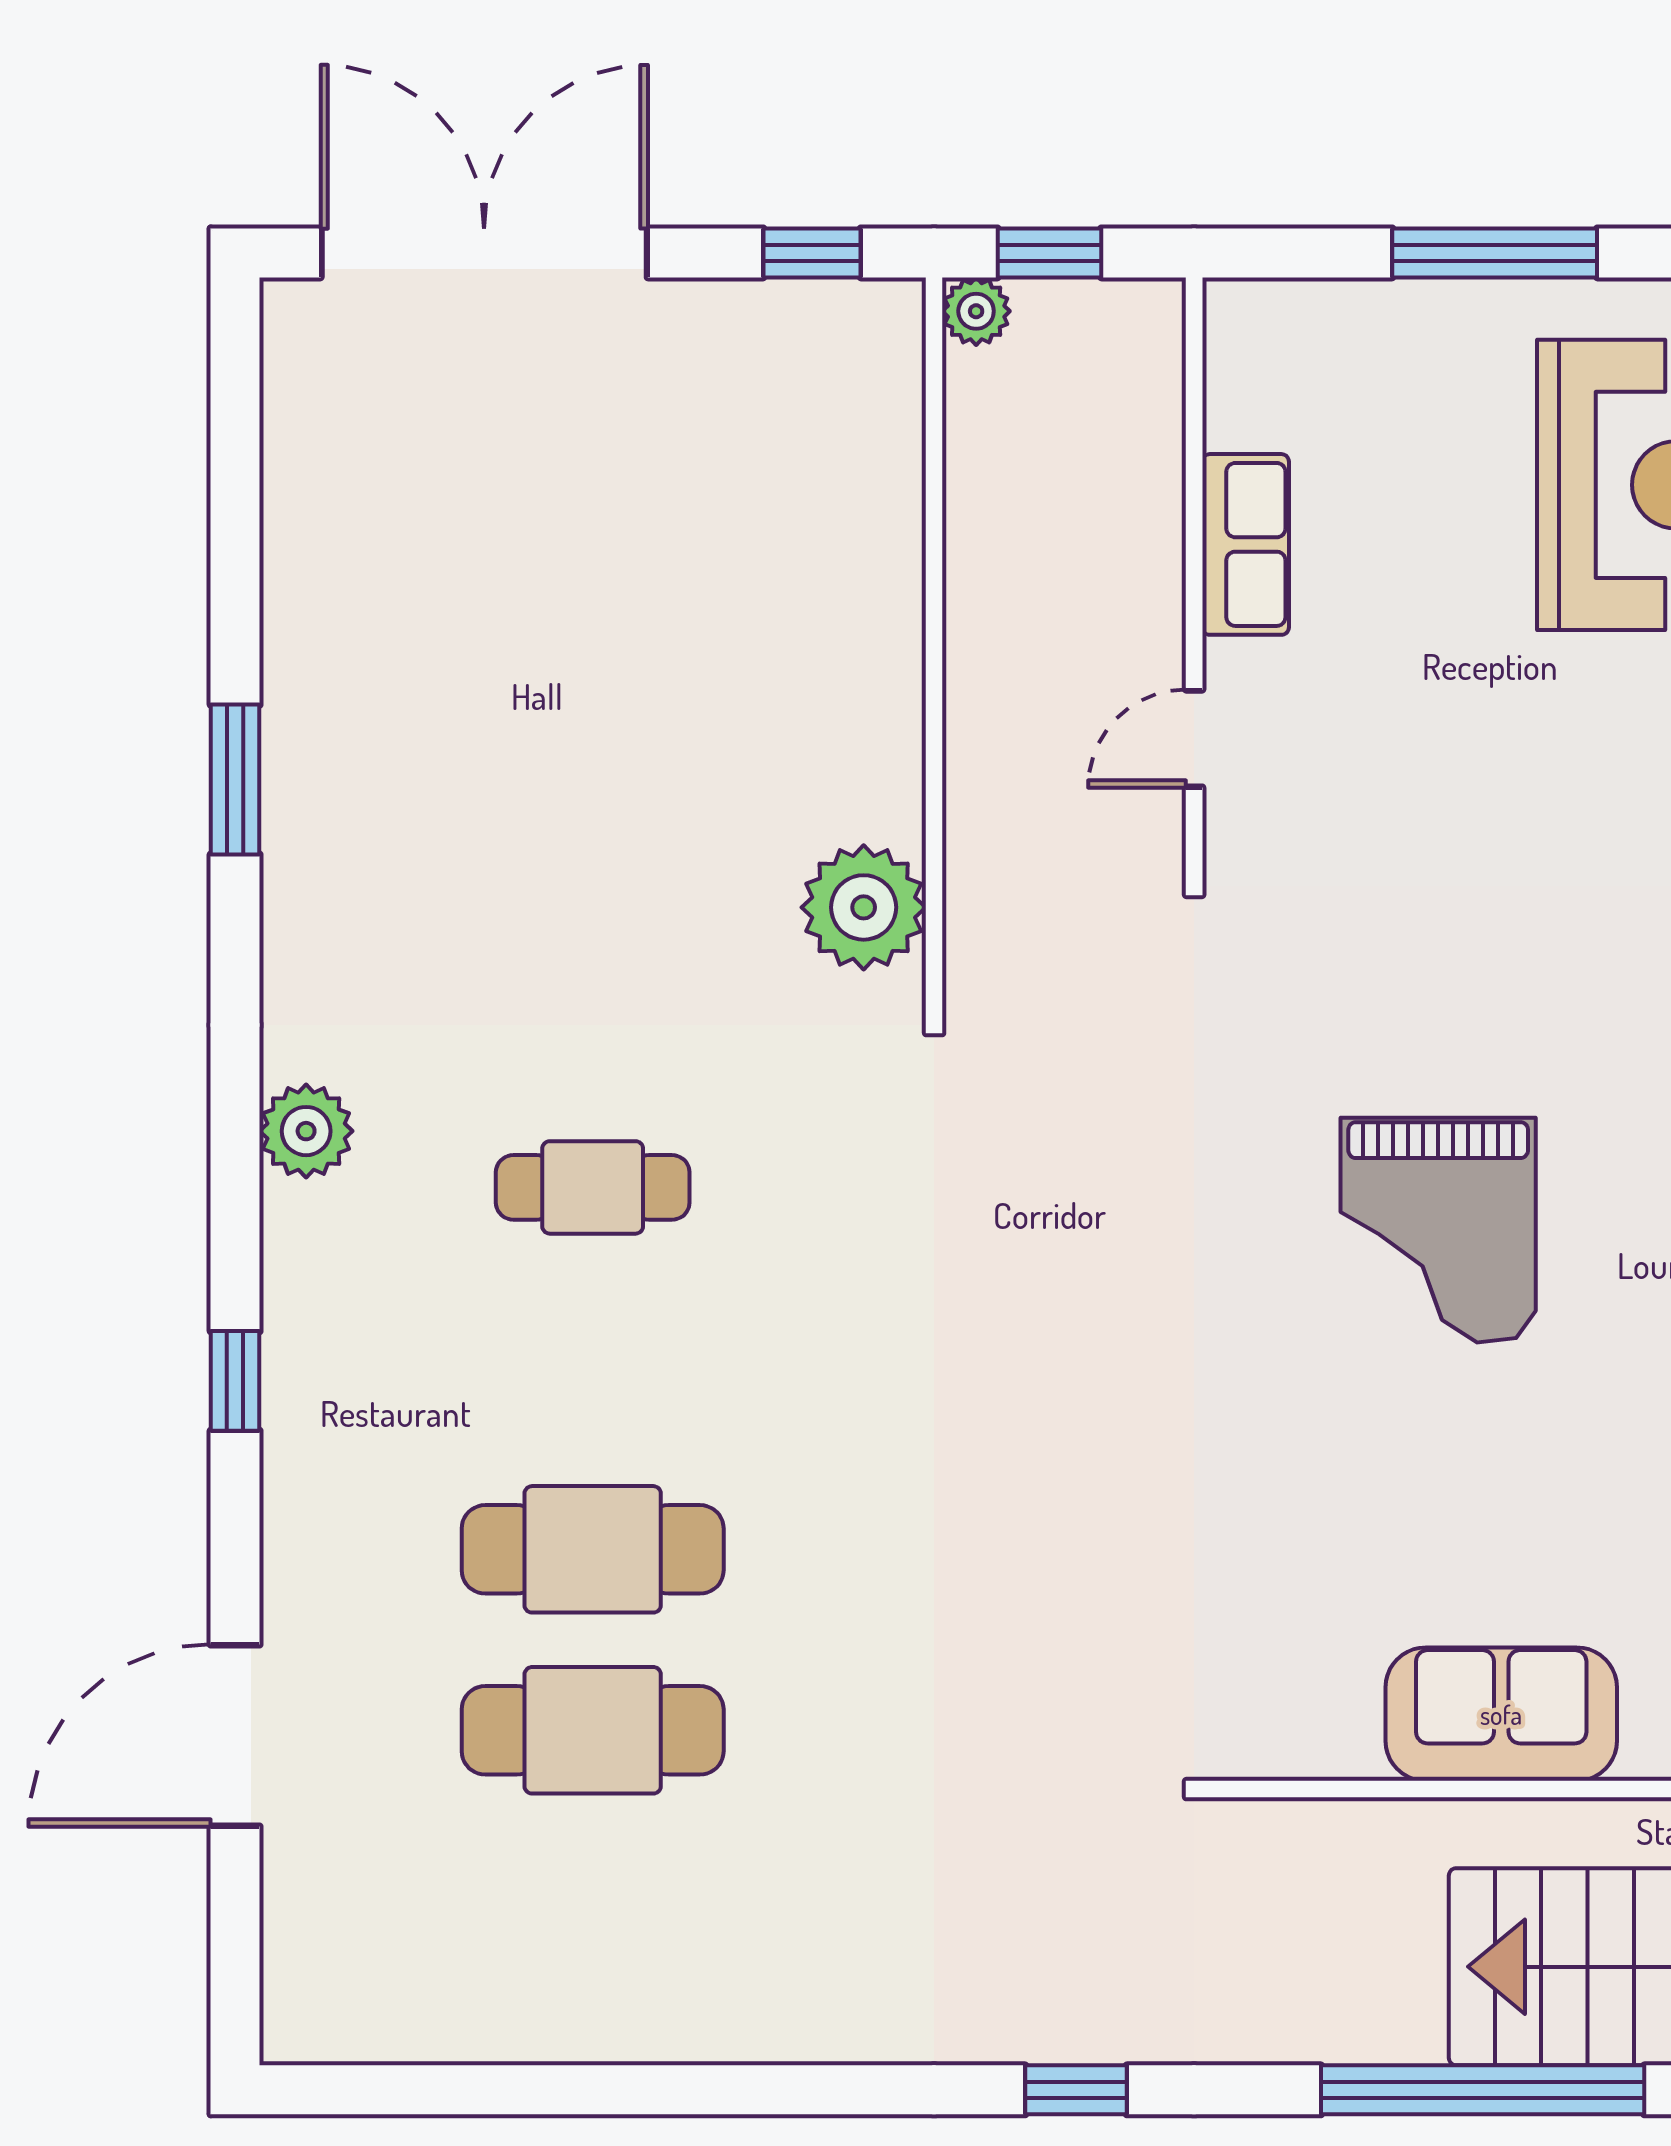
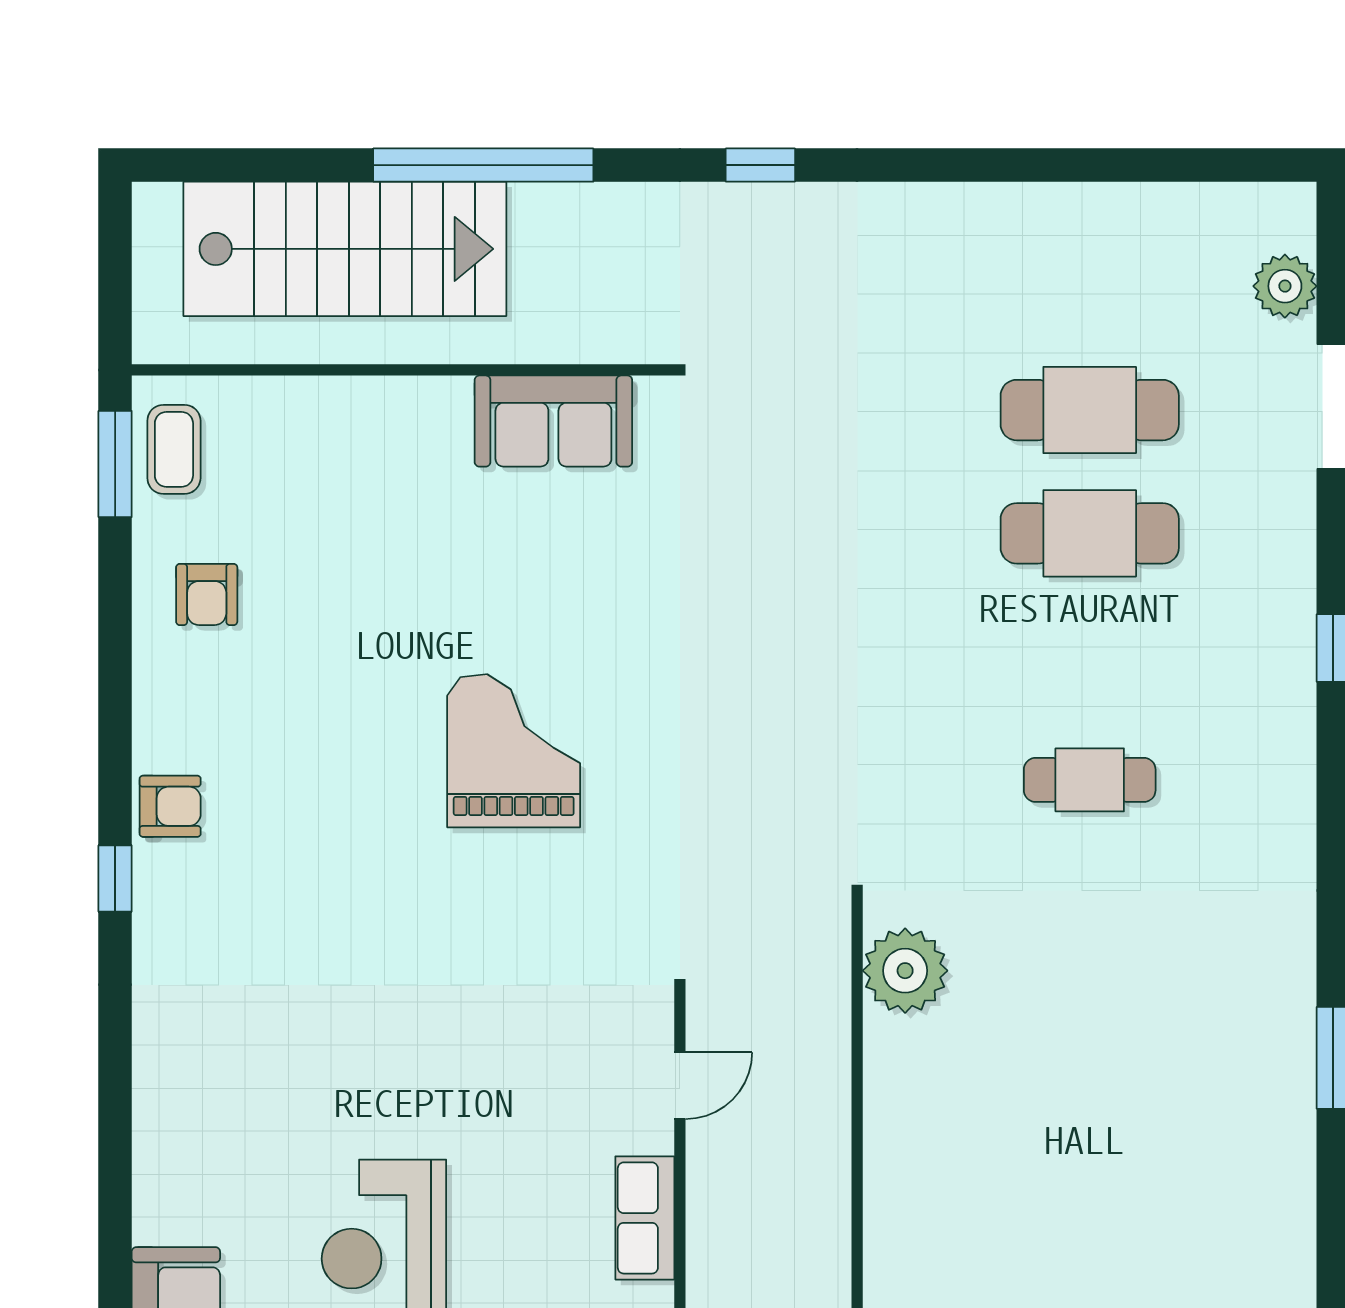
plant: (306, 1131) -> (1285, 286), moved
sofa: (1501, 1714) -> (553, 421), moved

